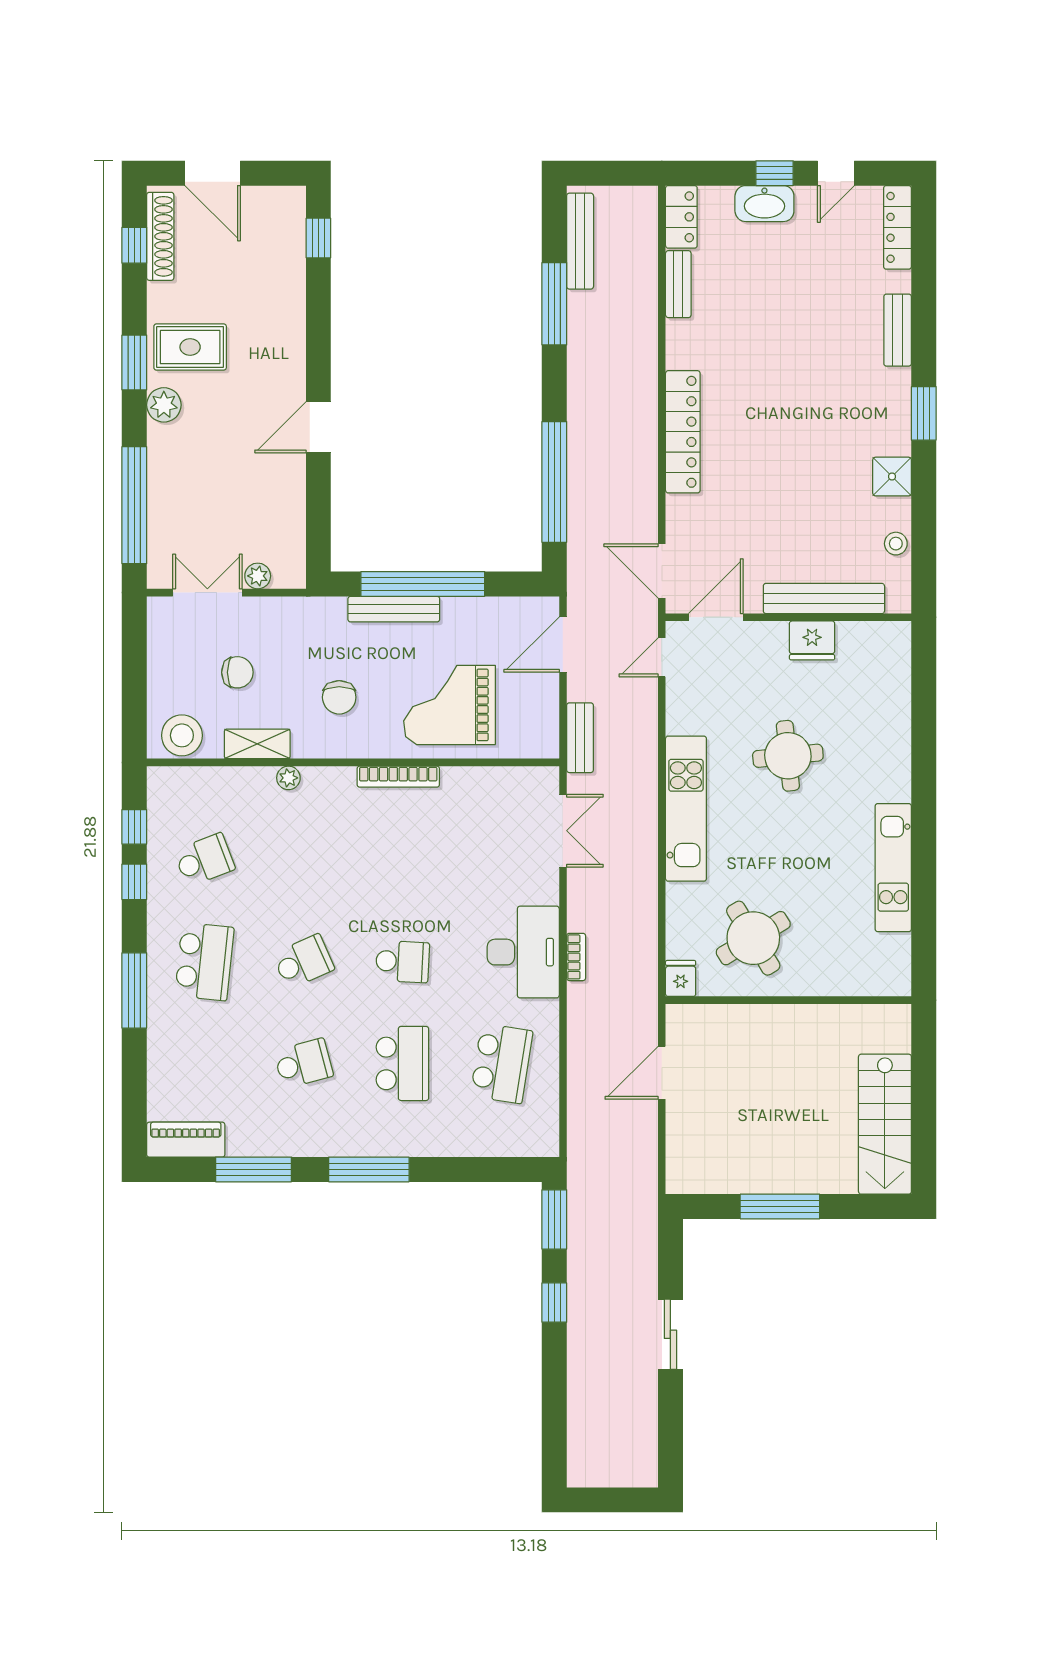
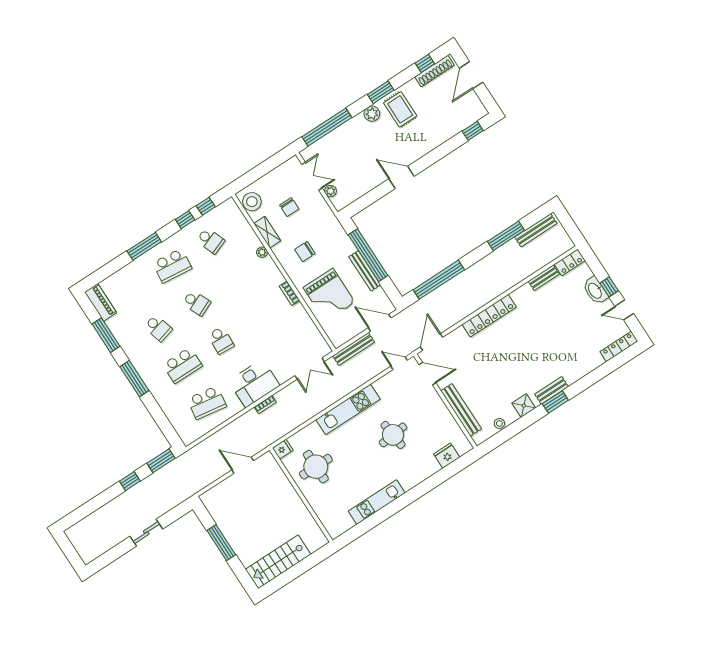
bench: (898, 330) -> (552, 390), moved
bench: (394, 609) -> (365, 271), moved
fridge: (812, 640) -> (447, 456), moved, turned 90
grand piano: (450, 705) -> (329, 295), turned 180
bench: (580, 738) -> (354, 349), width x1.36
bookcase: (398, 777) -> (289, 293), width x0.64
round table: (753, 938) -> (316, 467), turned 31

